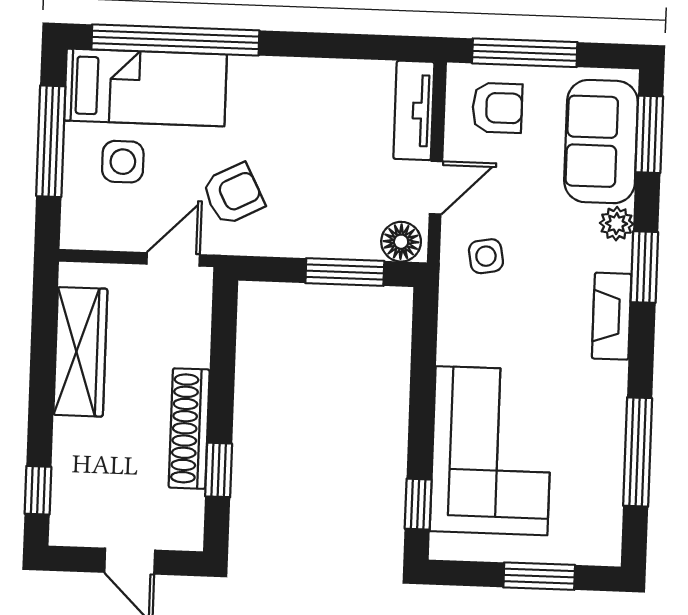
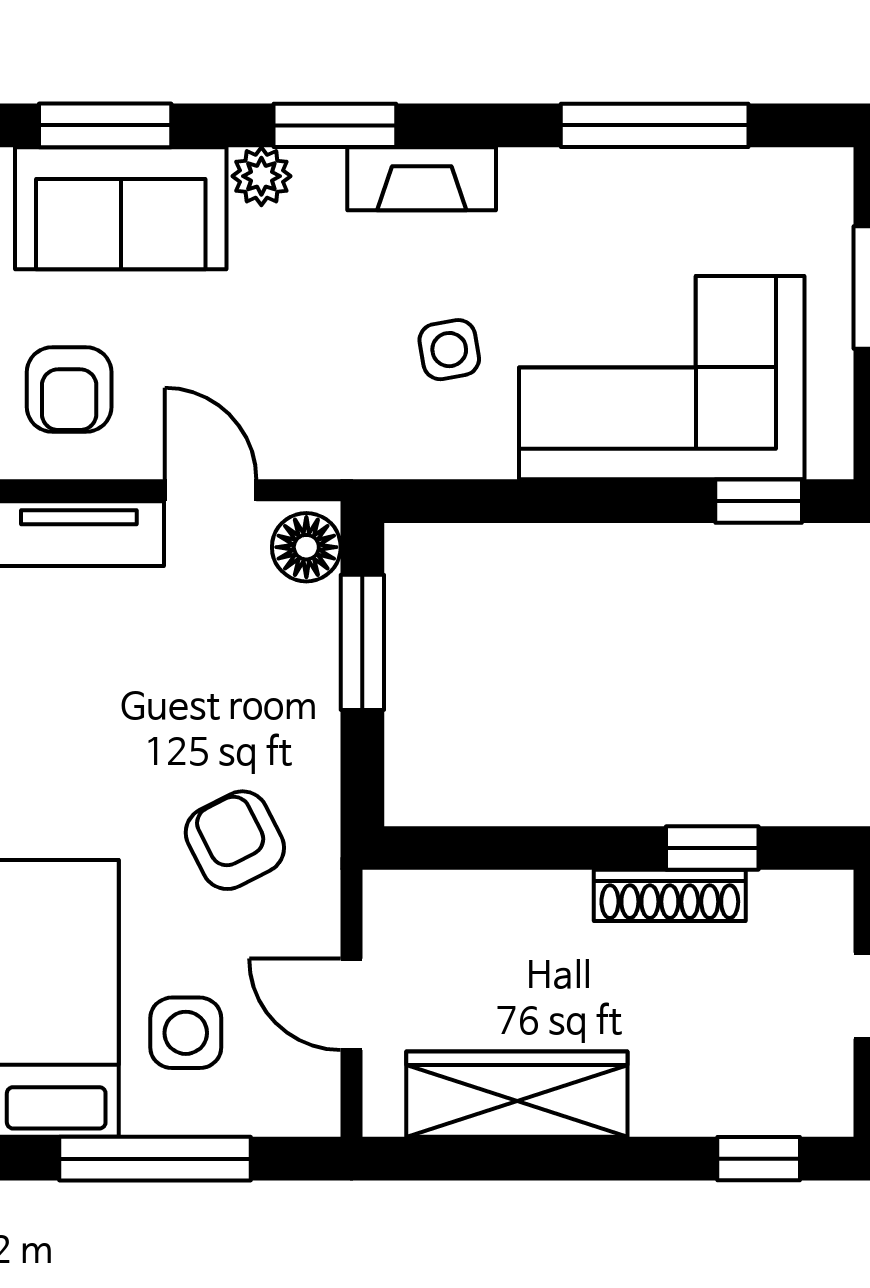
armchair: (497, 108) -> (69, 390), turned 180
side table: (486, 256) -> (449, 350), moved
door: (173, 259) -> (352, 1004), moved
shoe rack: (189, 429) -> (670, 895), width x0.74, depth x0.81

